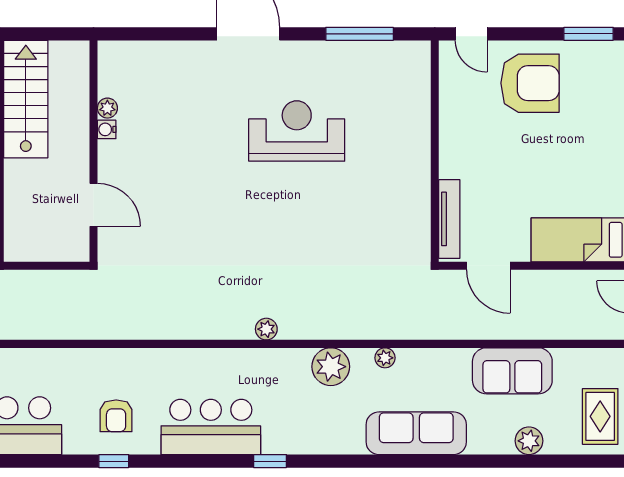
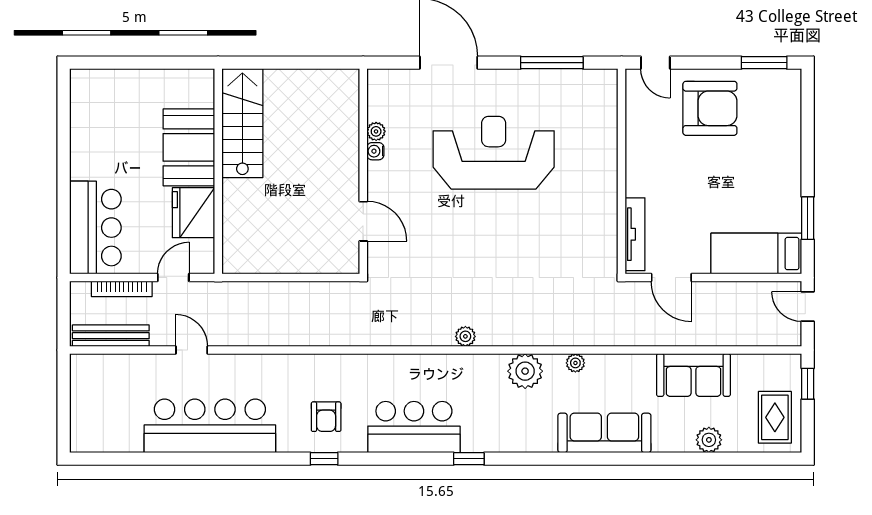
plant: (107, 108) -> (376, 131), moved
water cooler: (107, 129) -> (375, 151), moved
reception desk: (297, 131) -> (494, 153), width x1.36, depth x1.30
wall: (93, 151) -> (363, 171), moved
door: (93, 205) -> (363, 221), moved

